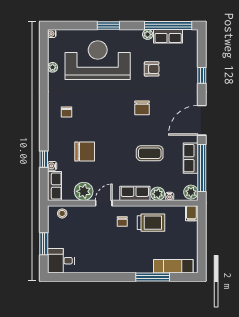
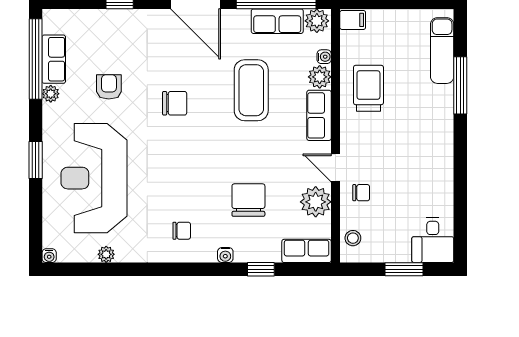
coffee table: (150, 153) -> (251, 90), width x1.36, depth x1.32
row of seats: (191, 158) -> (277, 21), moved
water cooler: (52, 166) -> (225, 255), moved
chair: (122, 222) -> (361, 193), moved

